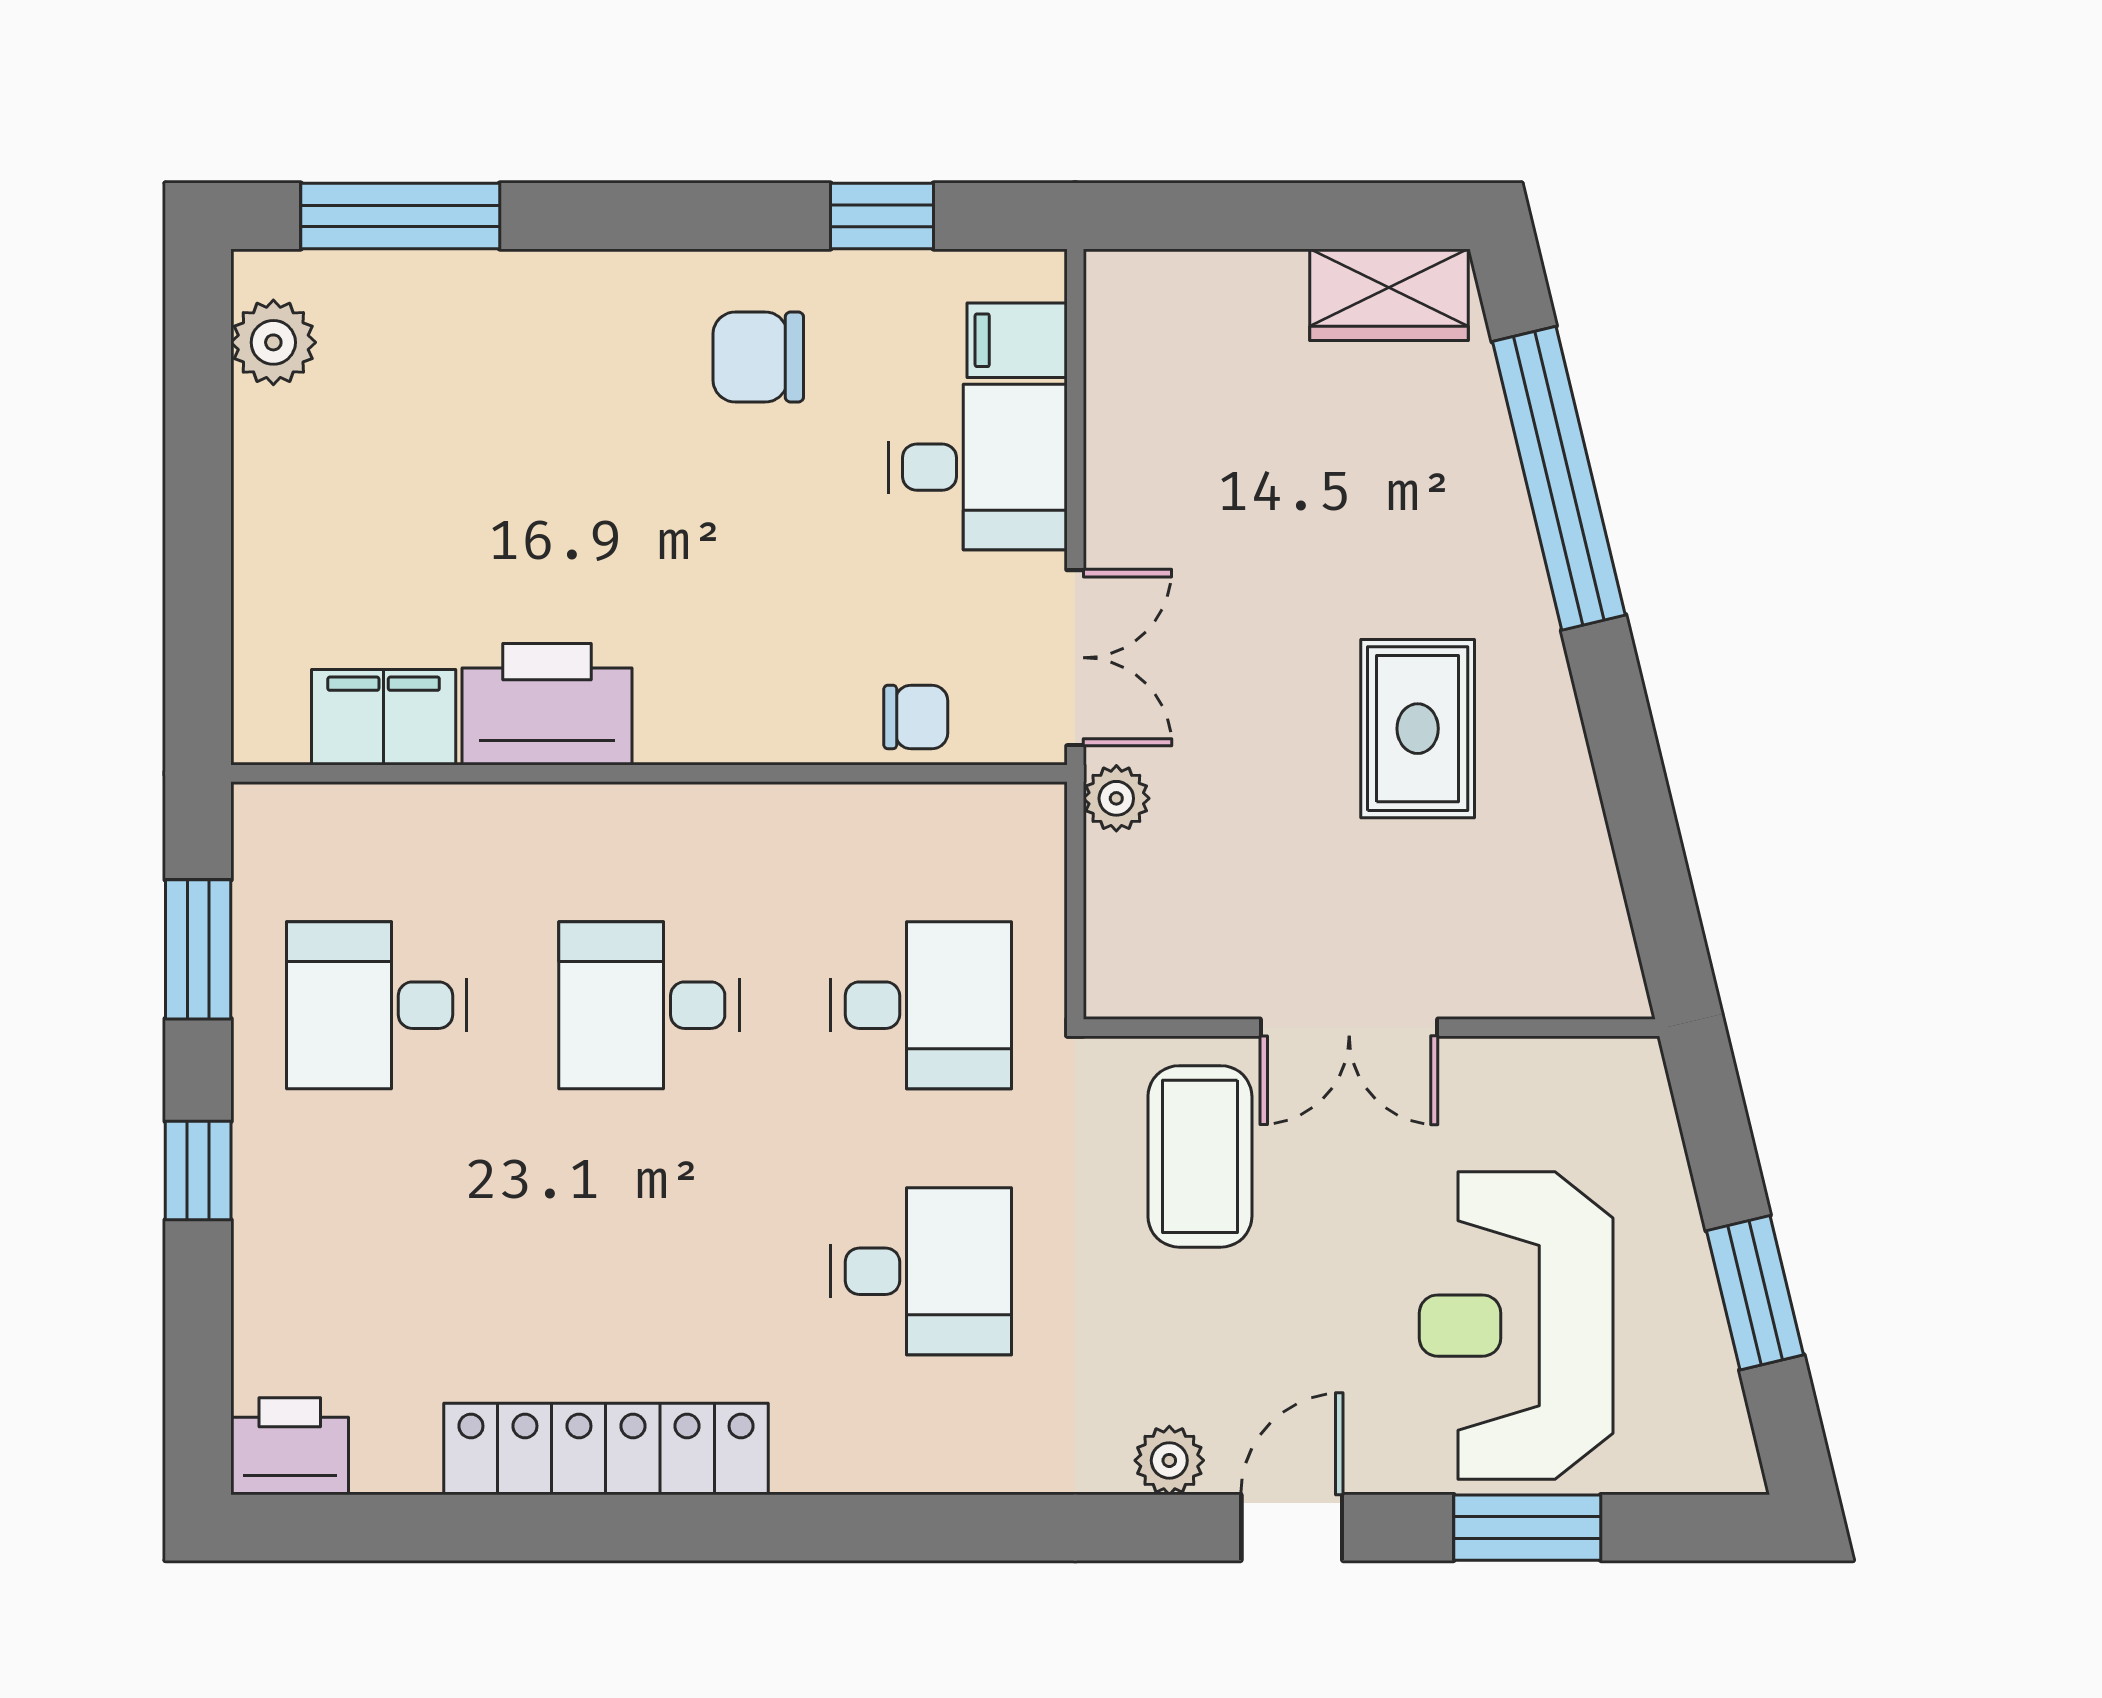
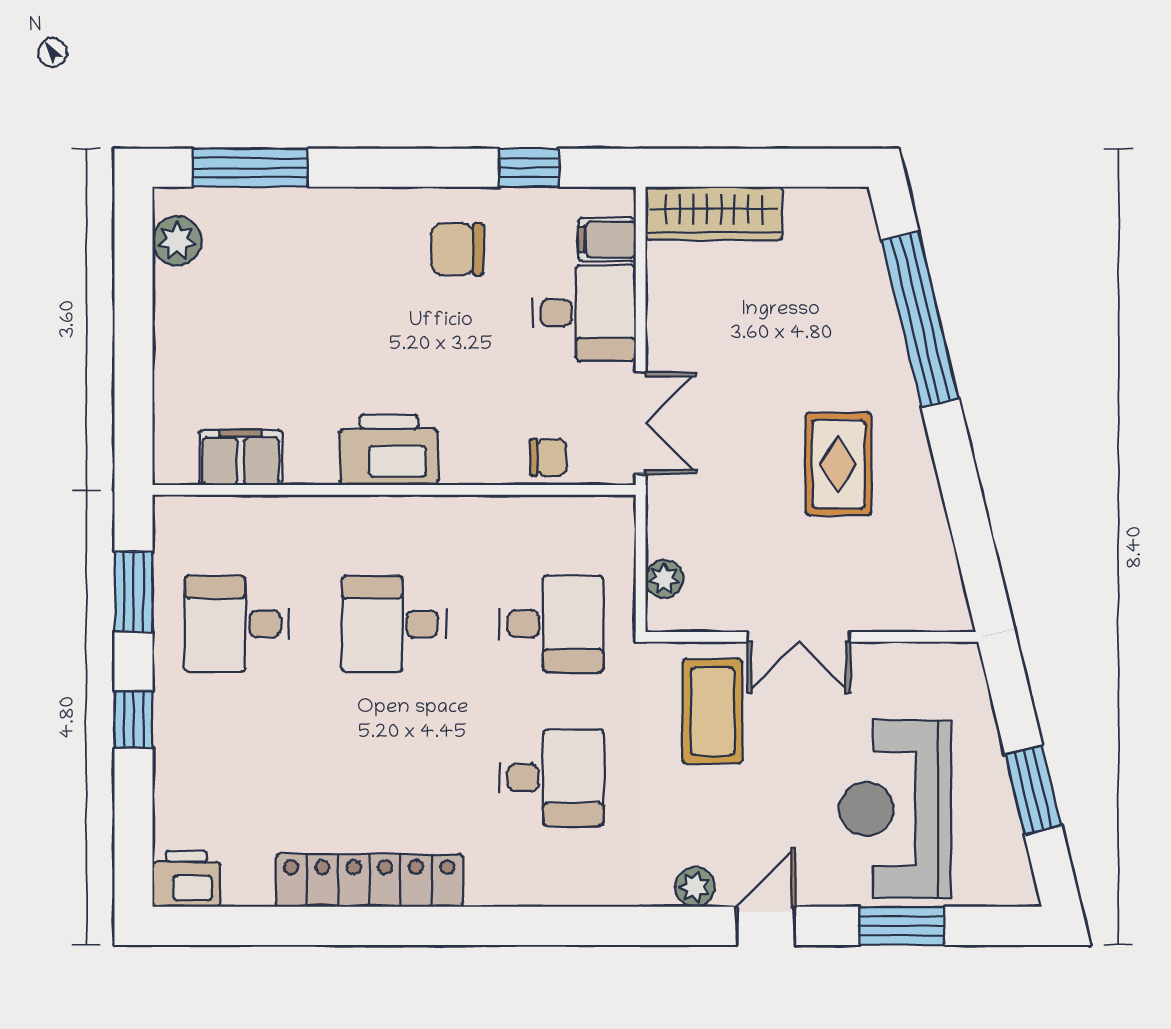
wardrobe: (1389, 295) -> (714, 213), moved, width x1.50
printer: (547, 704) -> (389, 450), moved
plant: (1116, 798) -> (664, 579), moved

